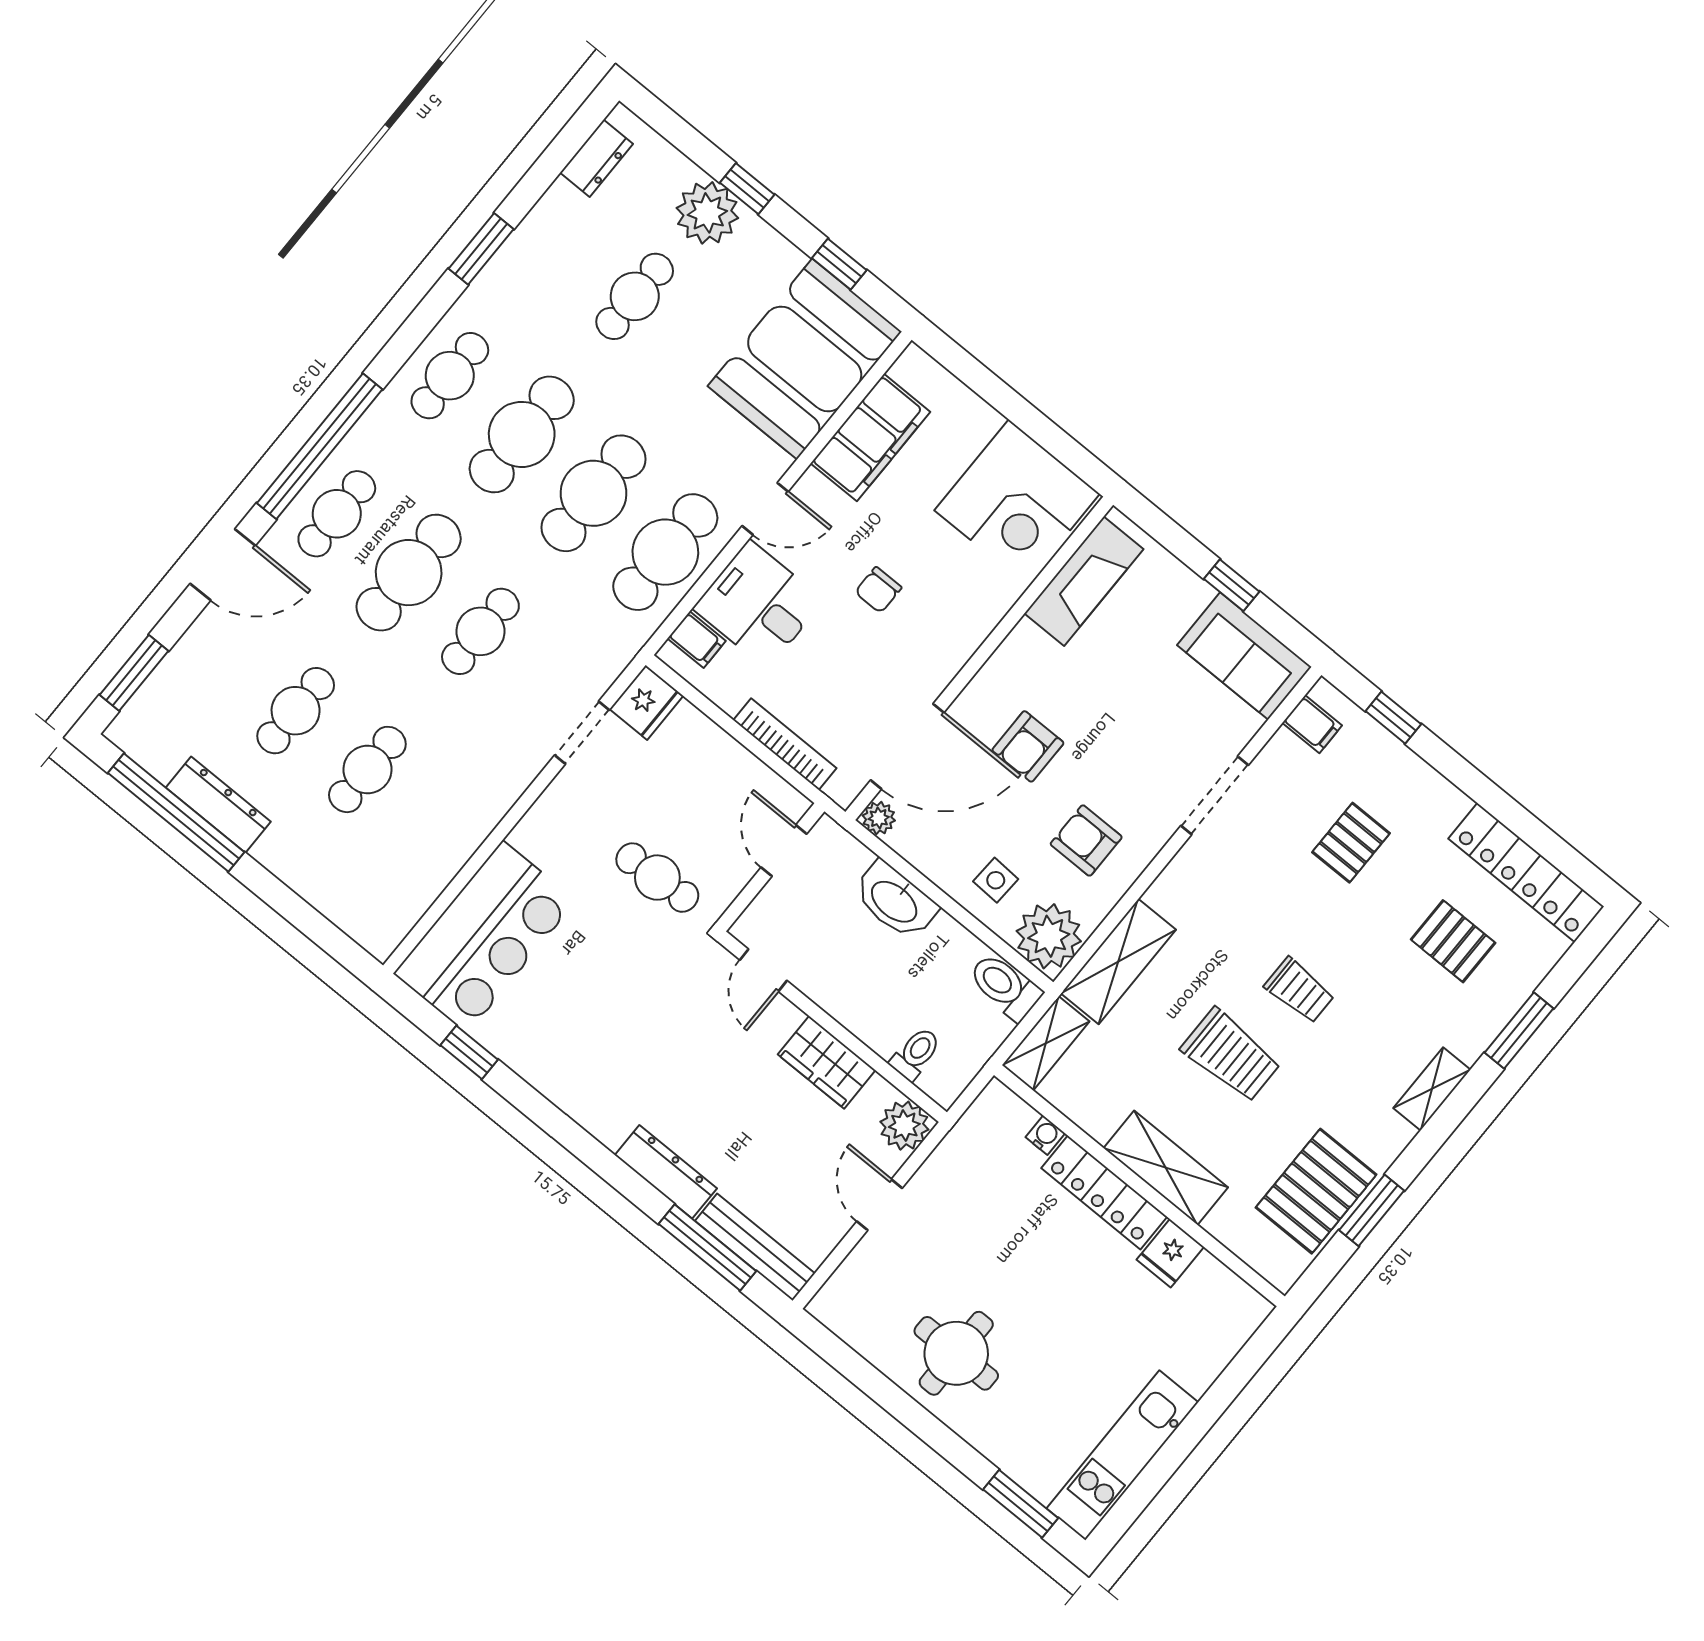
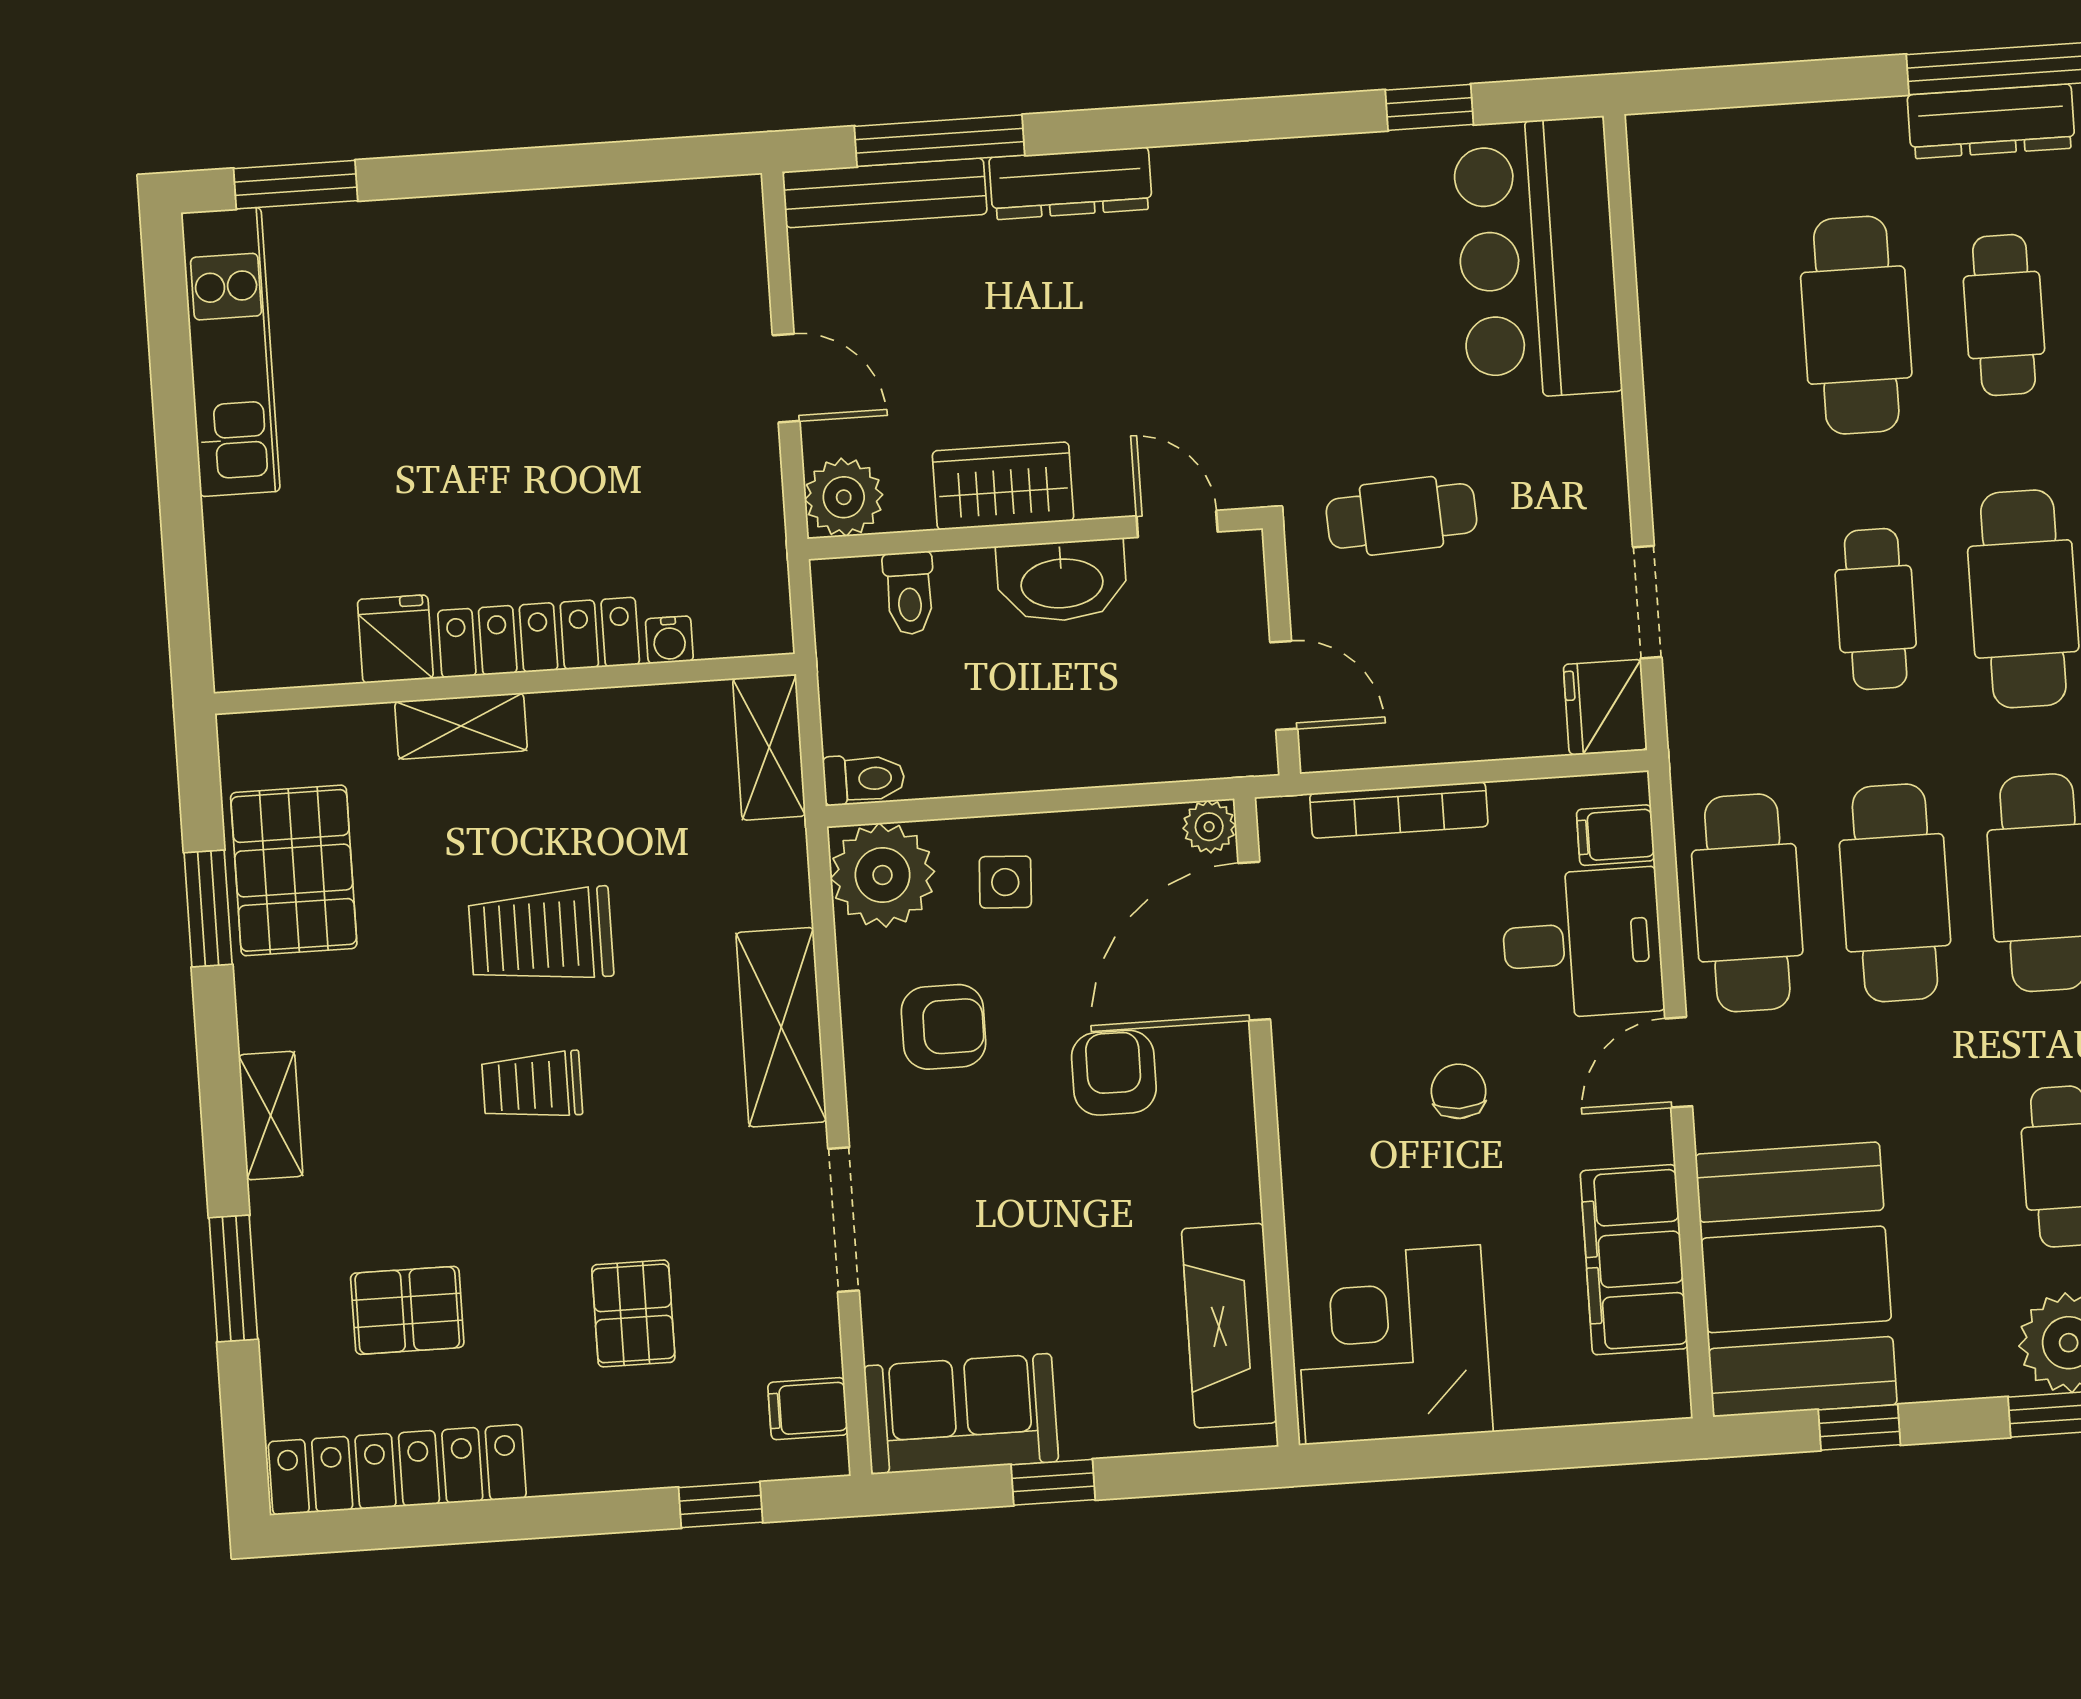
cafe table: (367, 769) -> (1856, 325), width x1.37, depth x1.35
washbasin: (895, 901) -> (1062, 581), moved, turned 180
shelving: (1118, 962) -> (781, 1027), moved
toilet: (1005, 986) -> (864, 779), width x0.73, depth x0.72
shelving: (1166, 1168) -> (461, 726), width x0.67, depth x0.75
round table: (956, 1353) -> (535, 289), removed

